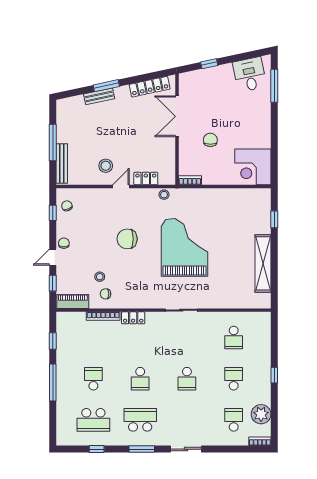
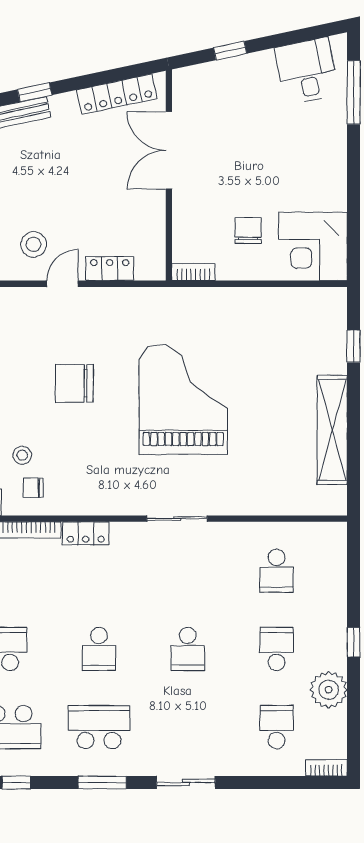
window: (106, 86) -> (35, 92), width x0.67
chair: (210, 140) -> (248, 231), moved
stool: (164, 195) -> (144, 299), removed
plant: (261, 414) -> (329, 690), moved

